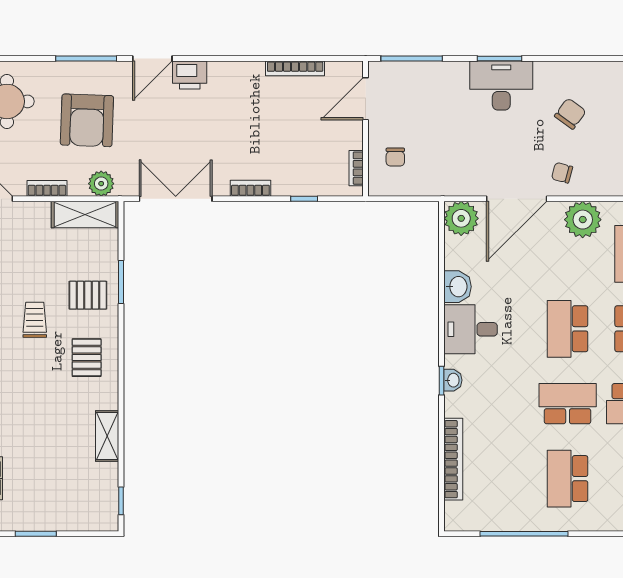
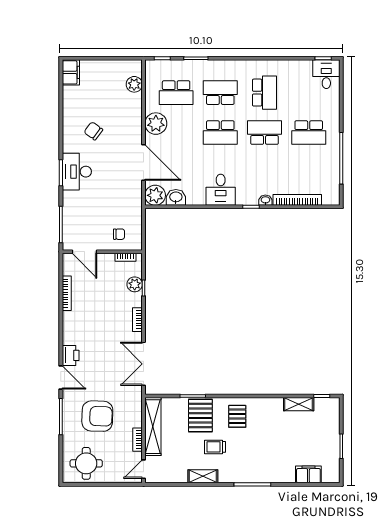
chair: (562, 173) -> (128, 136), removed
plant: (101, 184) -> (135, 284), moved
shelving: (85, 215) -> (153, 427), width x1.47
washbasin: (458, 287) -> (176, 197), moved
pallet: (88, 295) -> (200, 416), width x1.50, depth x1.42
pallet: (87, 358) -> (237, 416), turned 90
washbasin: (453, 380) -> (265, 200), moved
school desk: (568, 404) -> (265, 133), turned 90
shelving: (107, 436) -> (299, 404), moved

